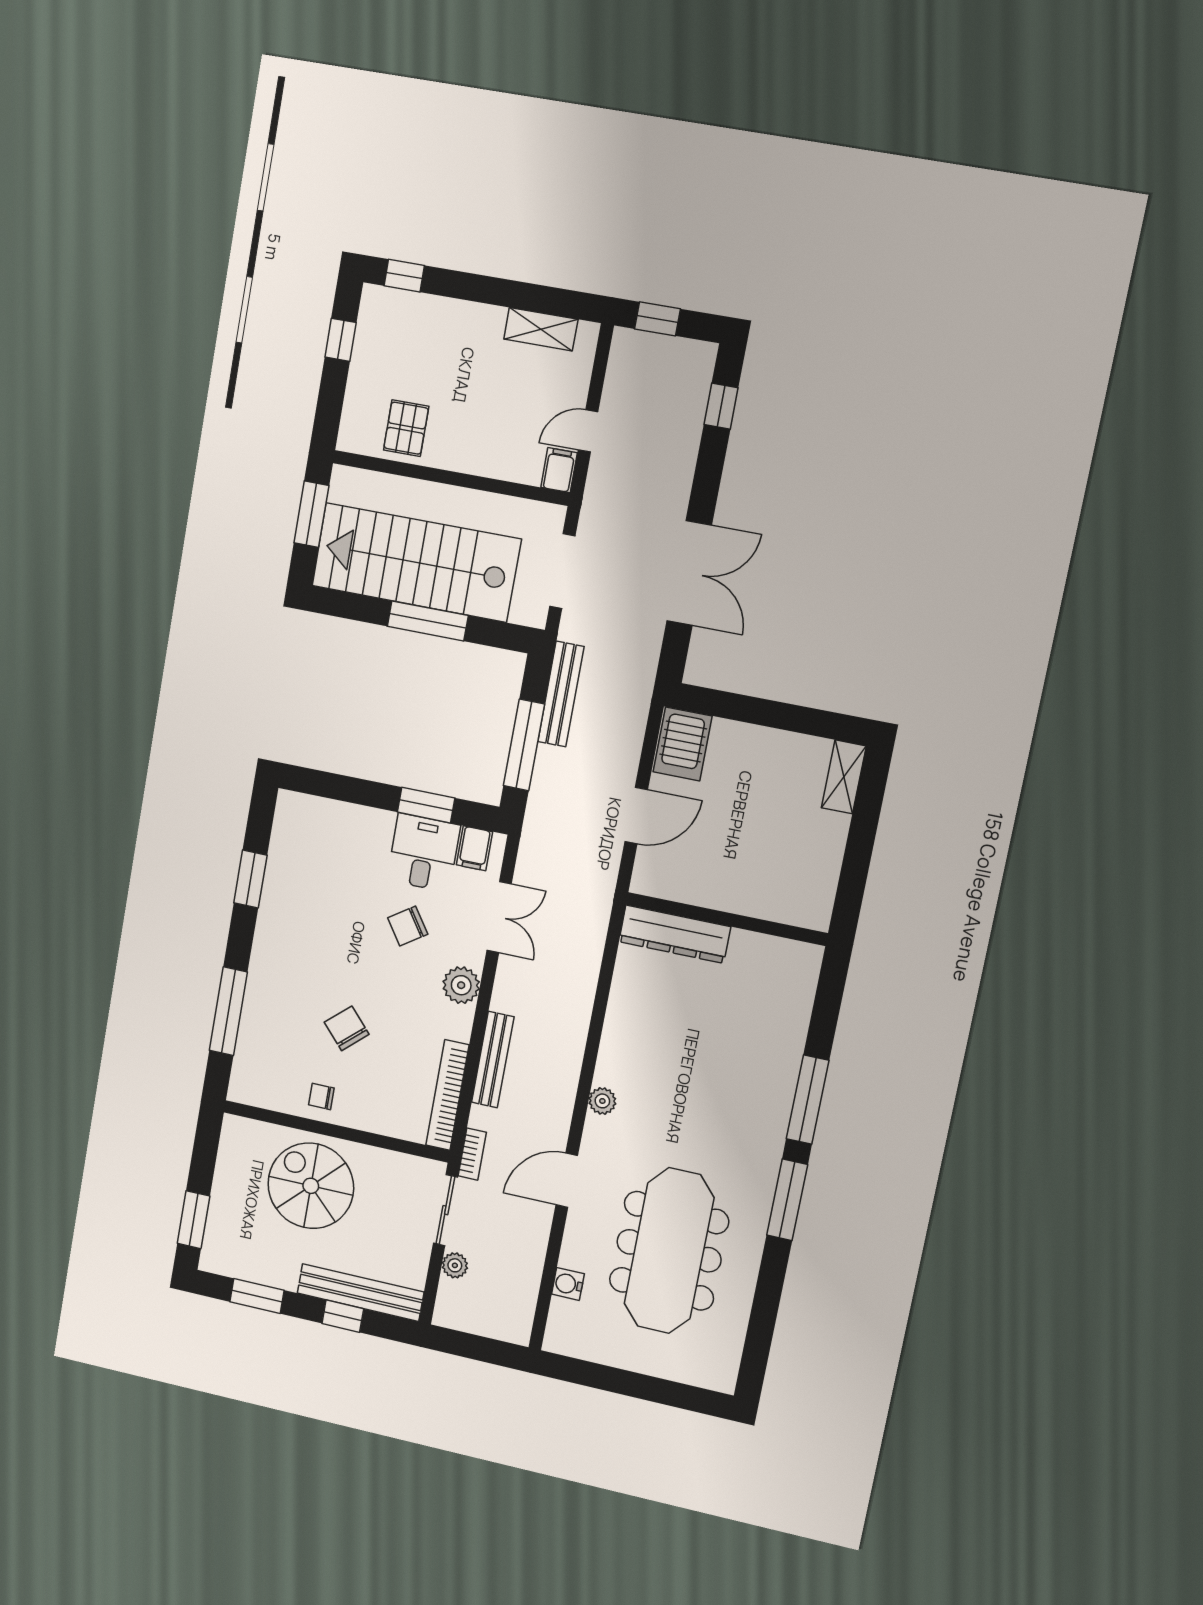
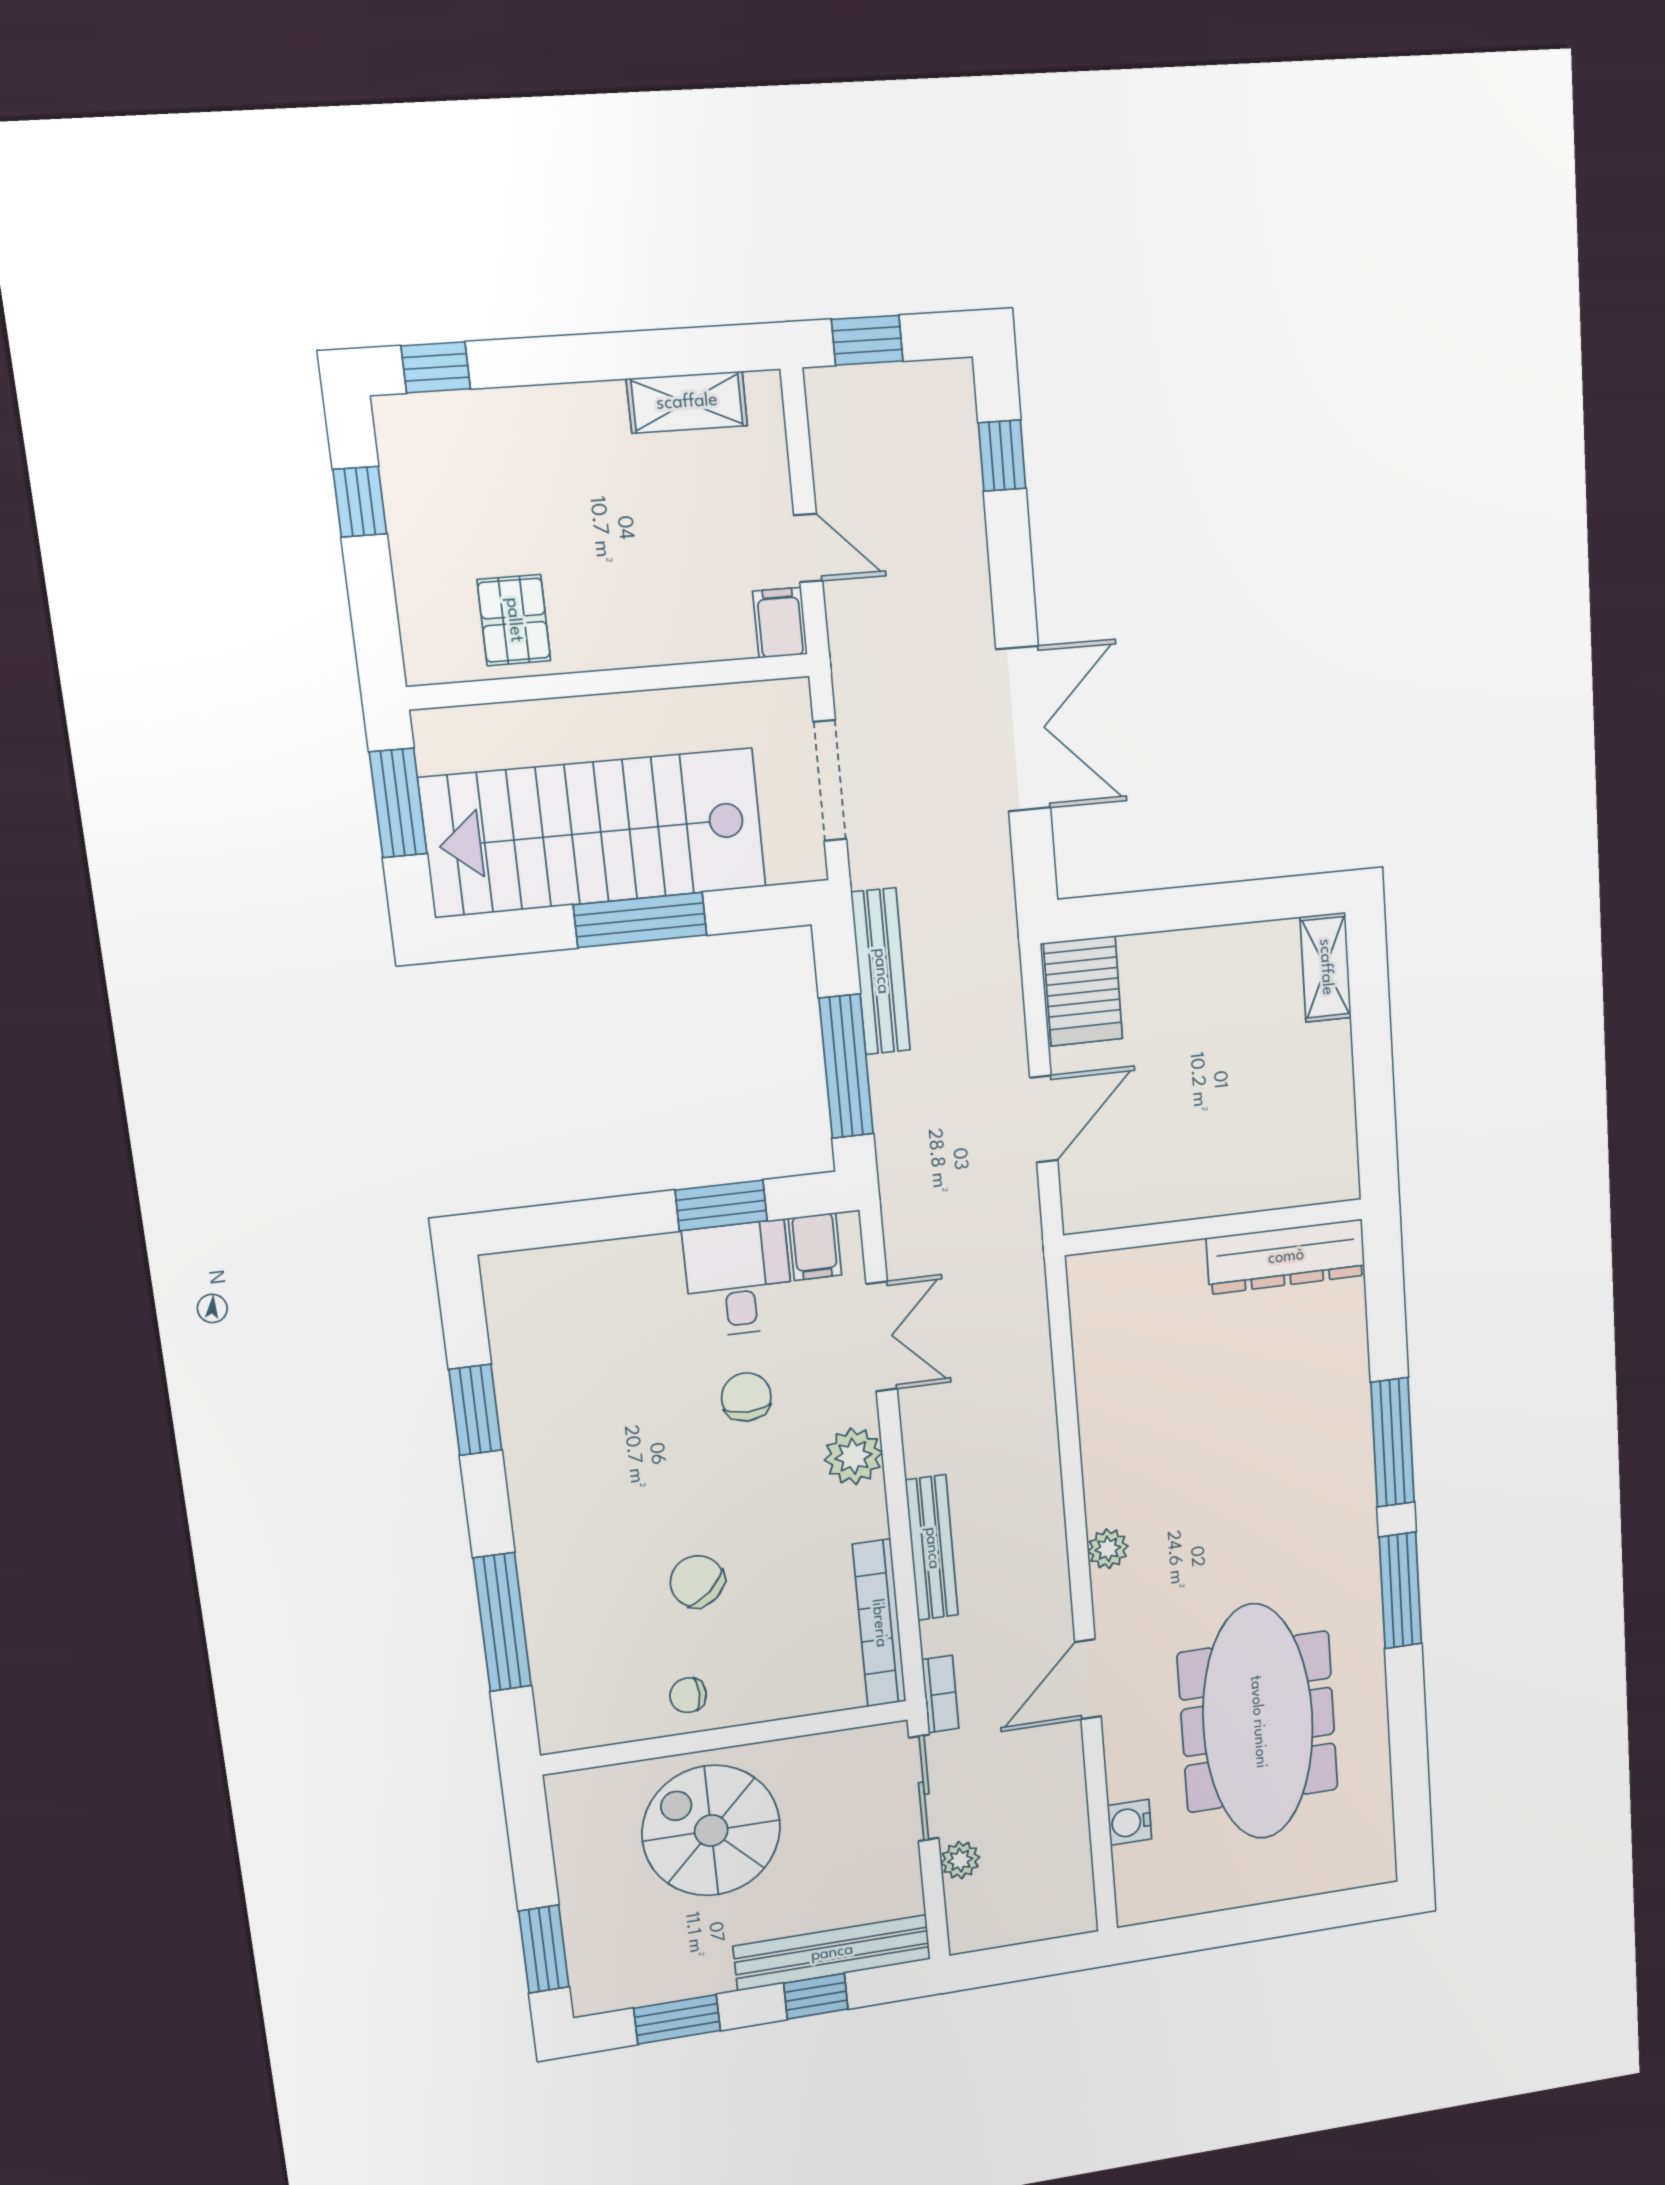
door: (588, 431) -> (808, 548), swing flipped
chair: (408, 926) -> (746, 1397), turned 124
dresser: (675, 934) -> (1286, 1257), moved

